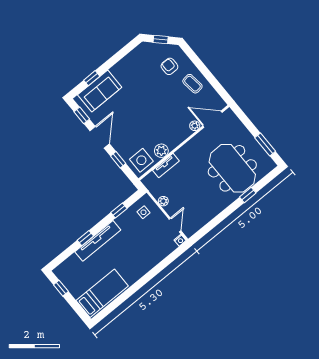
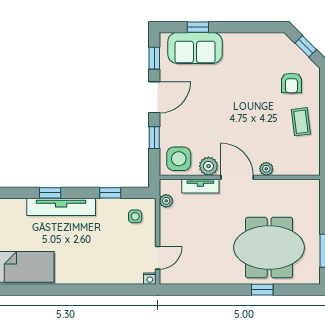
armchair: (169, 66) -> (291, 83), turned 180
door: (212, 119) -> (237, 177), moved
meeting table: (232, 168) -> (269, 248), turned 90
plant: (163, 201) -> (166, 201), moved

